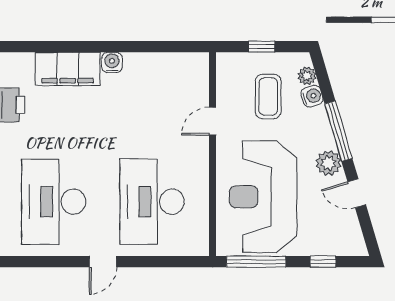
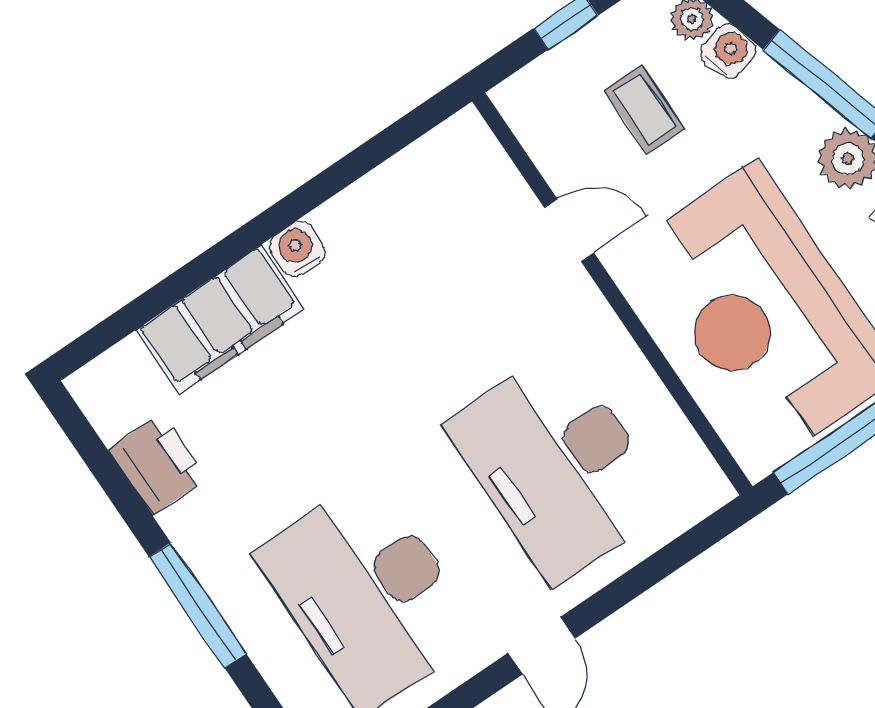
coffee table: (268, 96) -> (644, 109), width x0.73, depth x0.77
door: (213, 121) -> (569, 230), swing flipped

